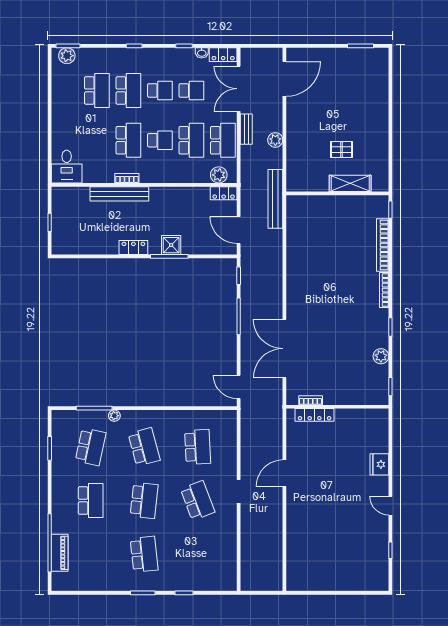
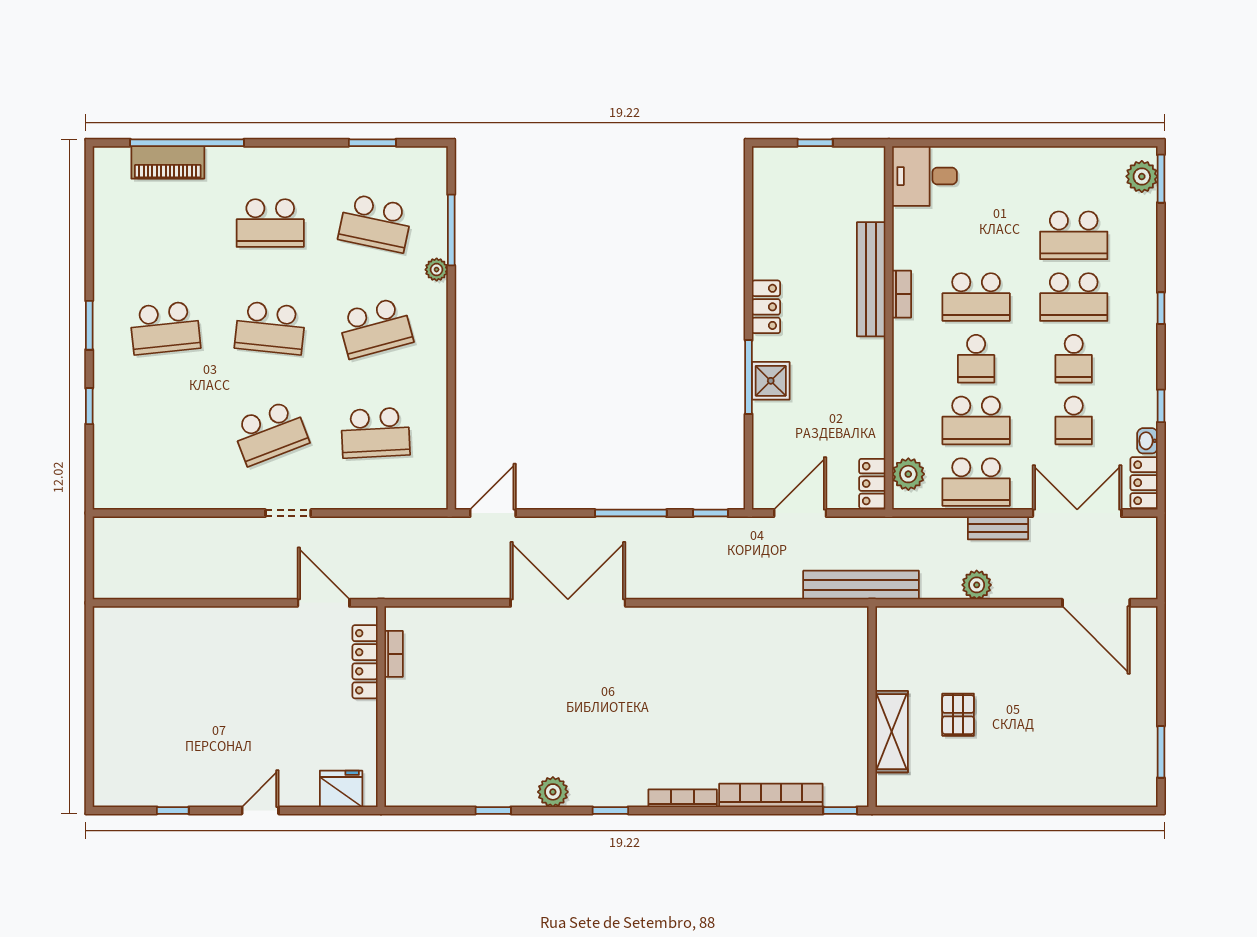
bookcase: (311, 400) -> (394, 654), moved
wall: (337, 407) -> (381, 707), moved
locker: (315, 415) -> (365, 662), moved

